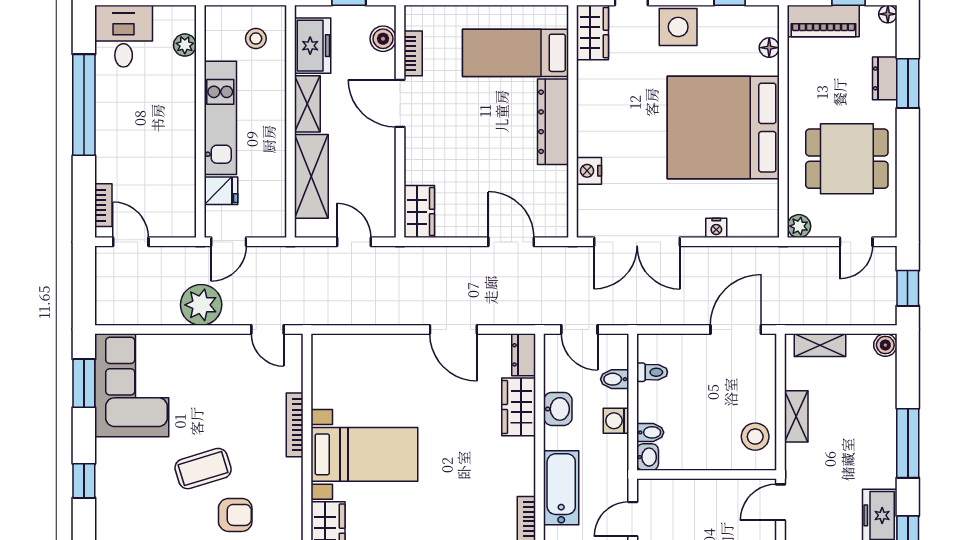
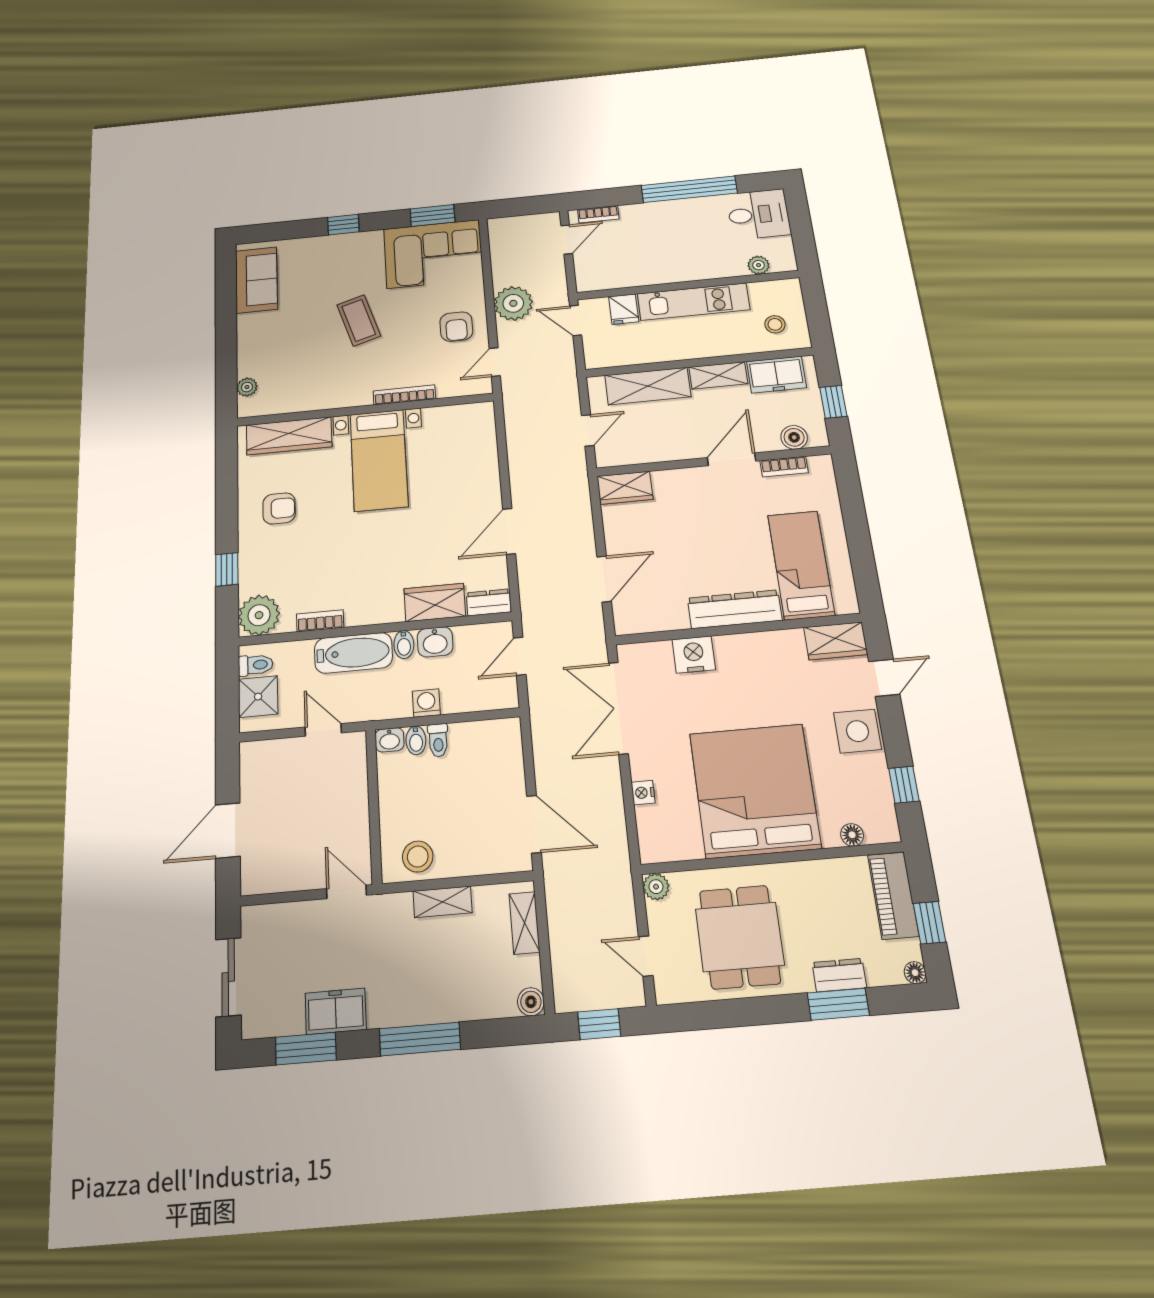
nightstand: (589, 171) -> (694, 654), width x1.36, depth x1.33
toilet: (652, 372) -> (438, 740), moved
bidet: (615, 379) -> (404, 645), moved, turned 180
armchair: (235, 515) -> (456, 327), moved

